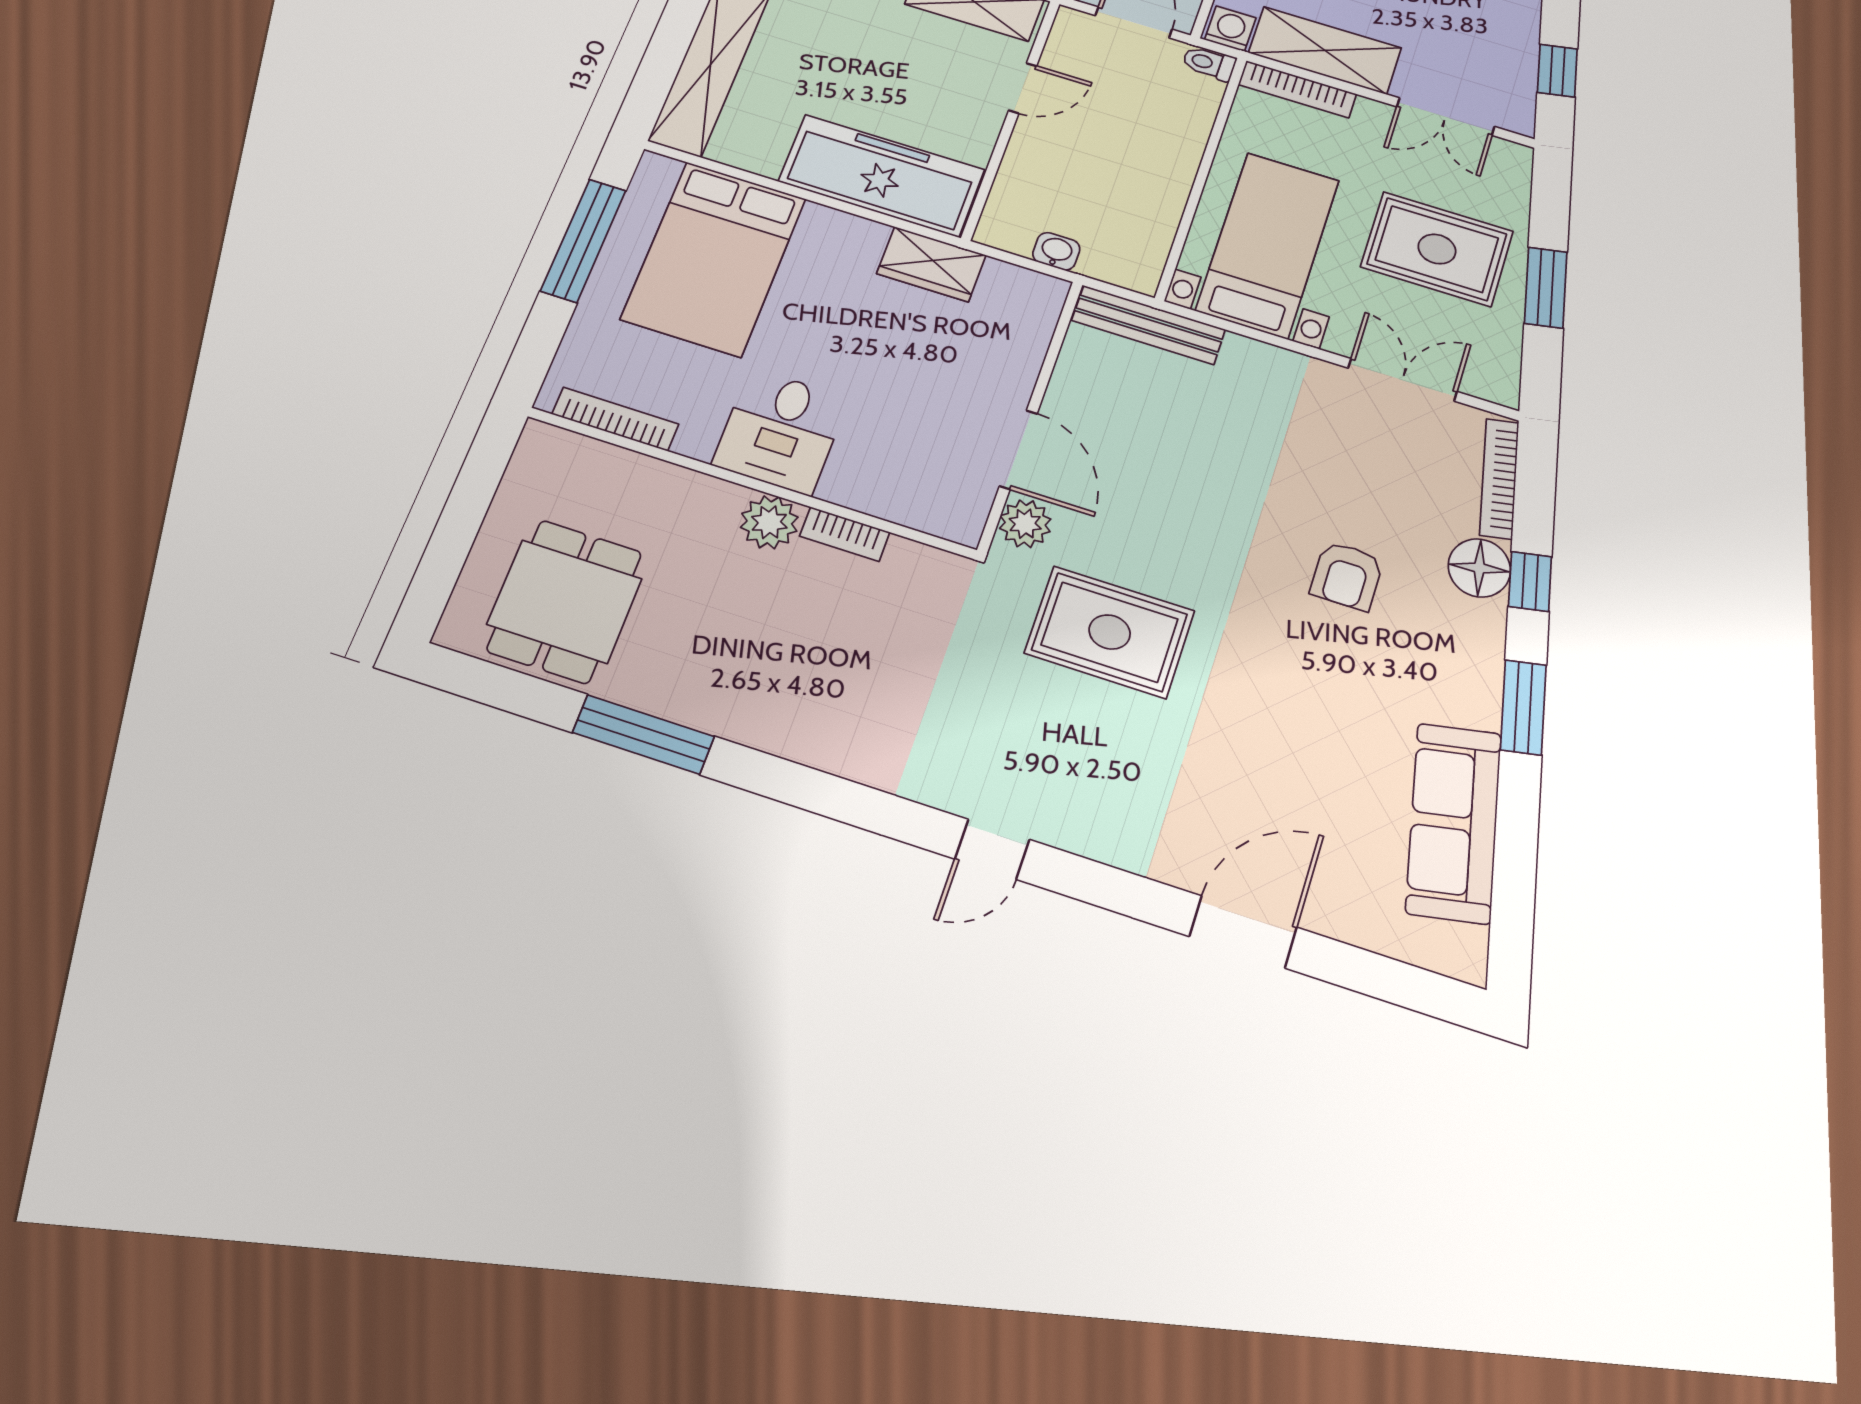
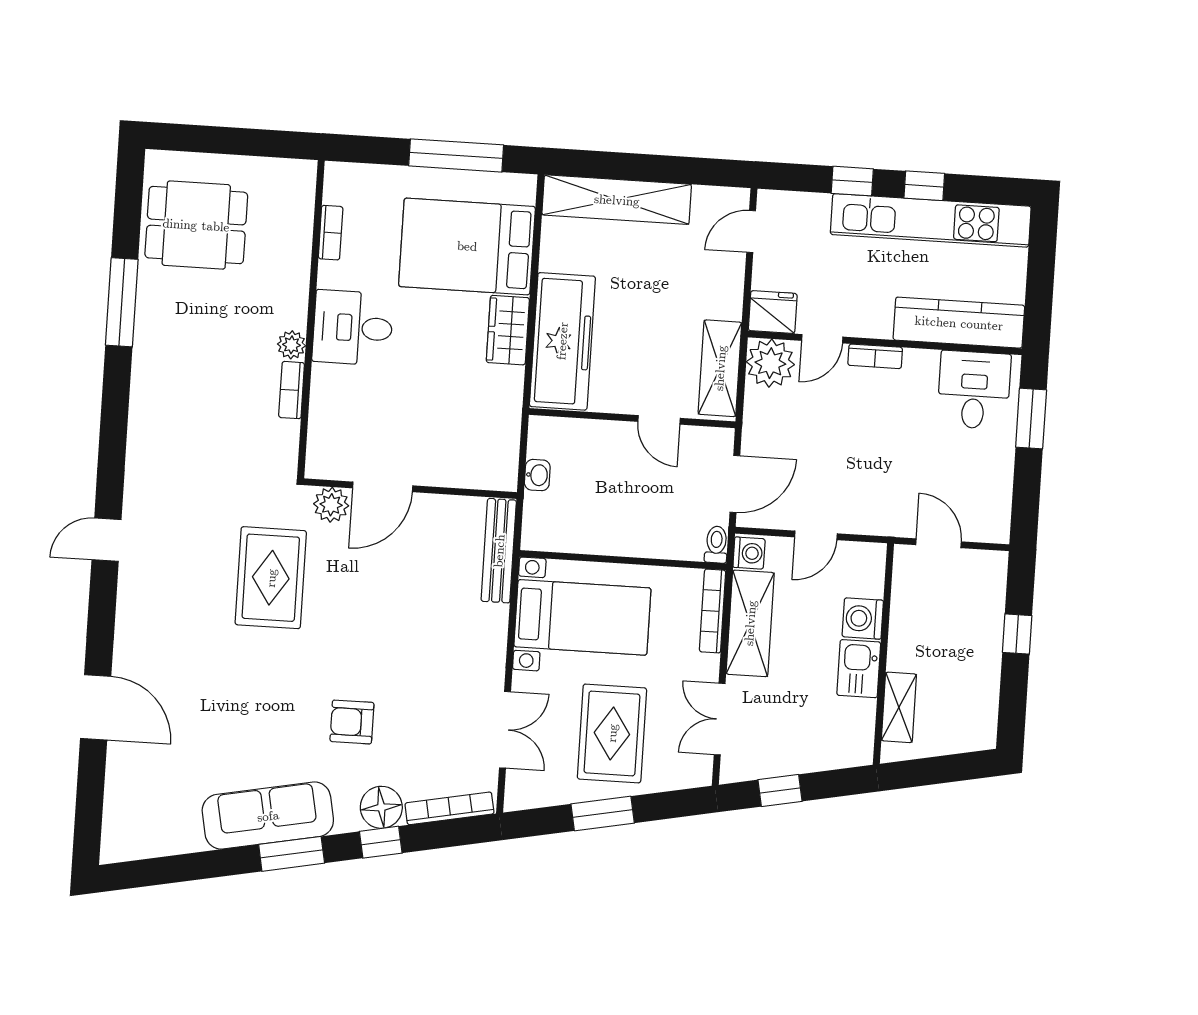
wardrobe: (931, 264) -> (508, 330), moved
bookcase: (615, 419) -> (331, 233), width x0.64
plant: (769, 522) -> (291, 345), width x0.73, depth x0.73
sofa: (1454, 823) -> (268, 816), moved
door: (992, 849) -> (106, 540), hinge flipped

